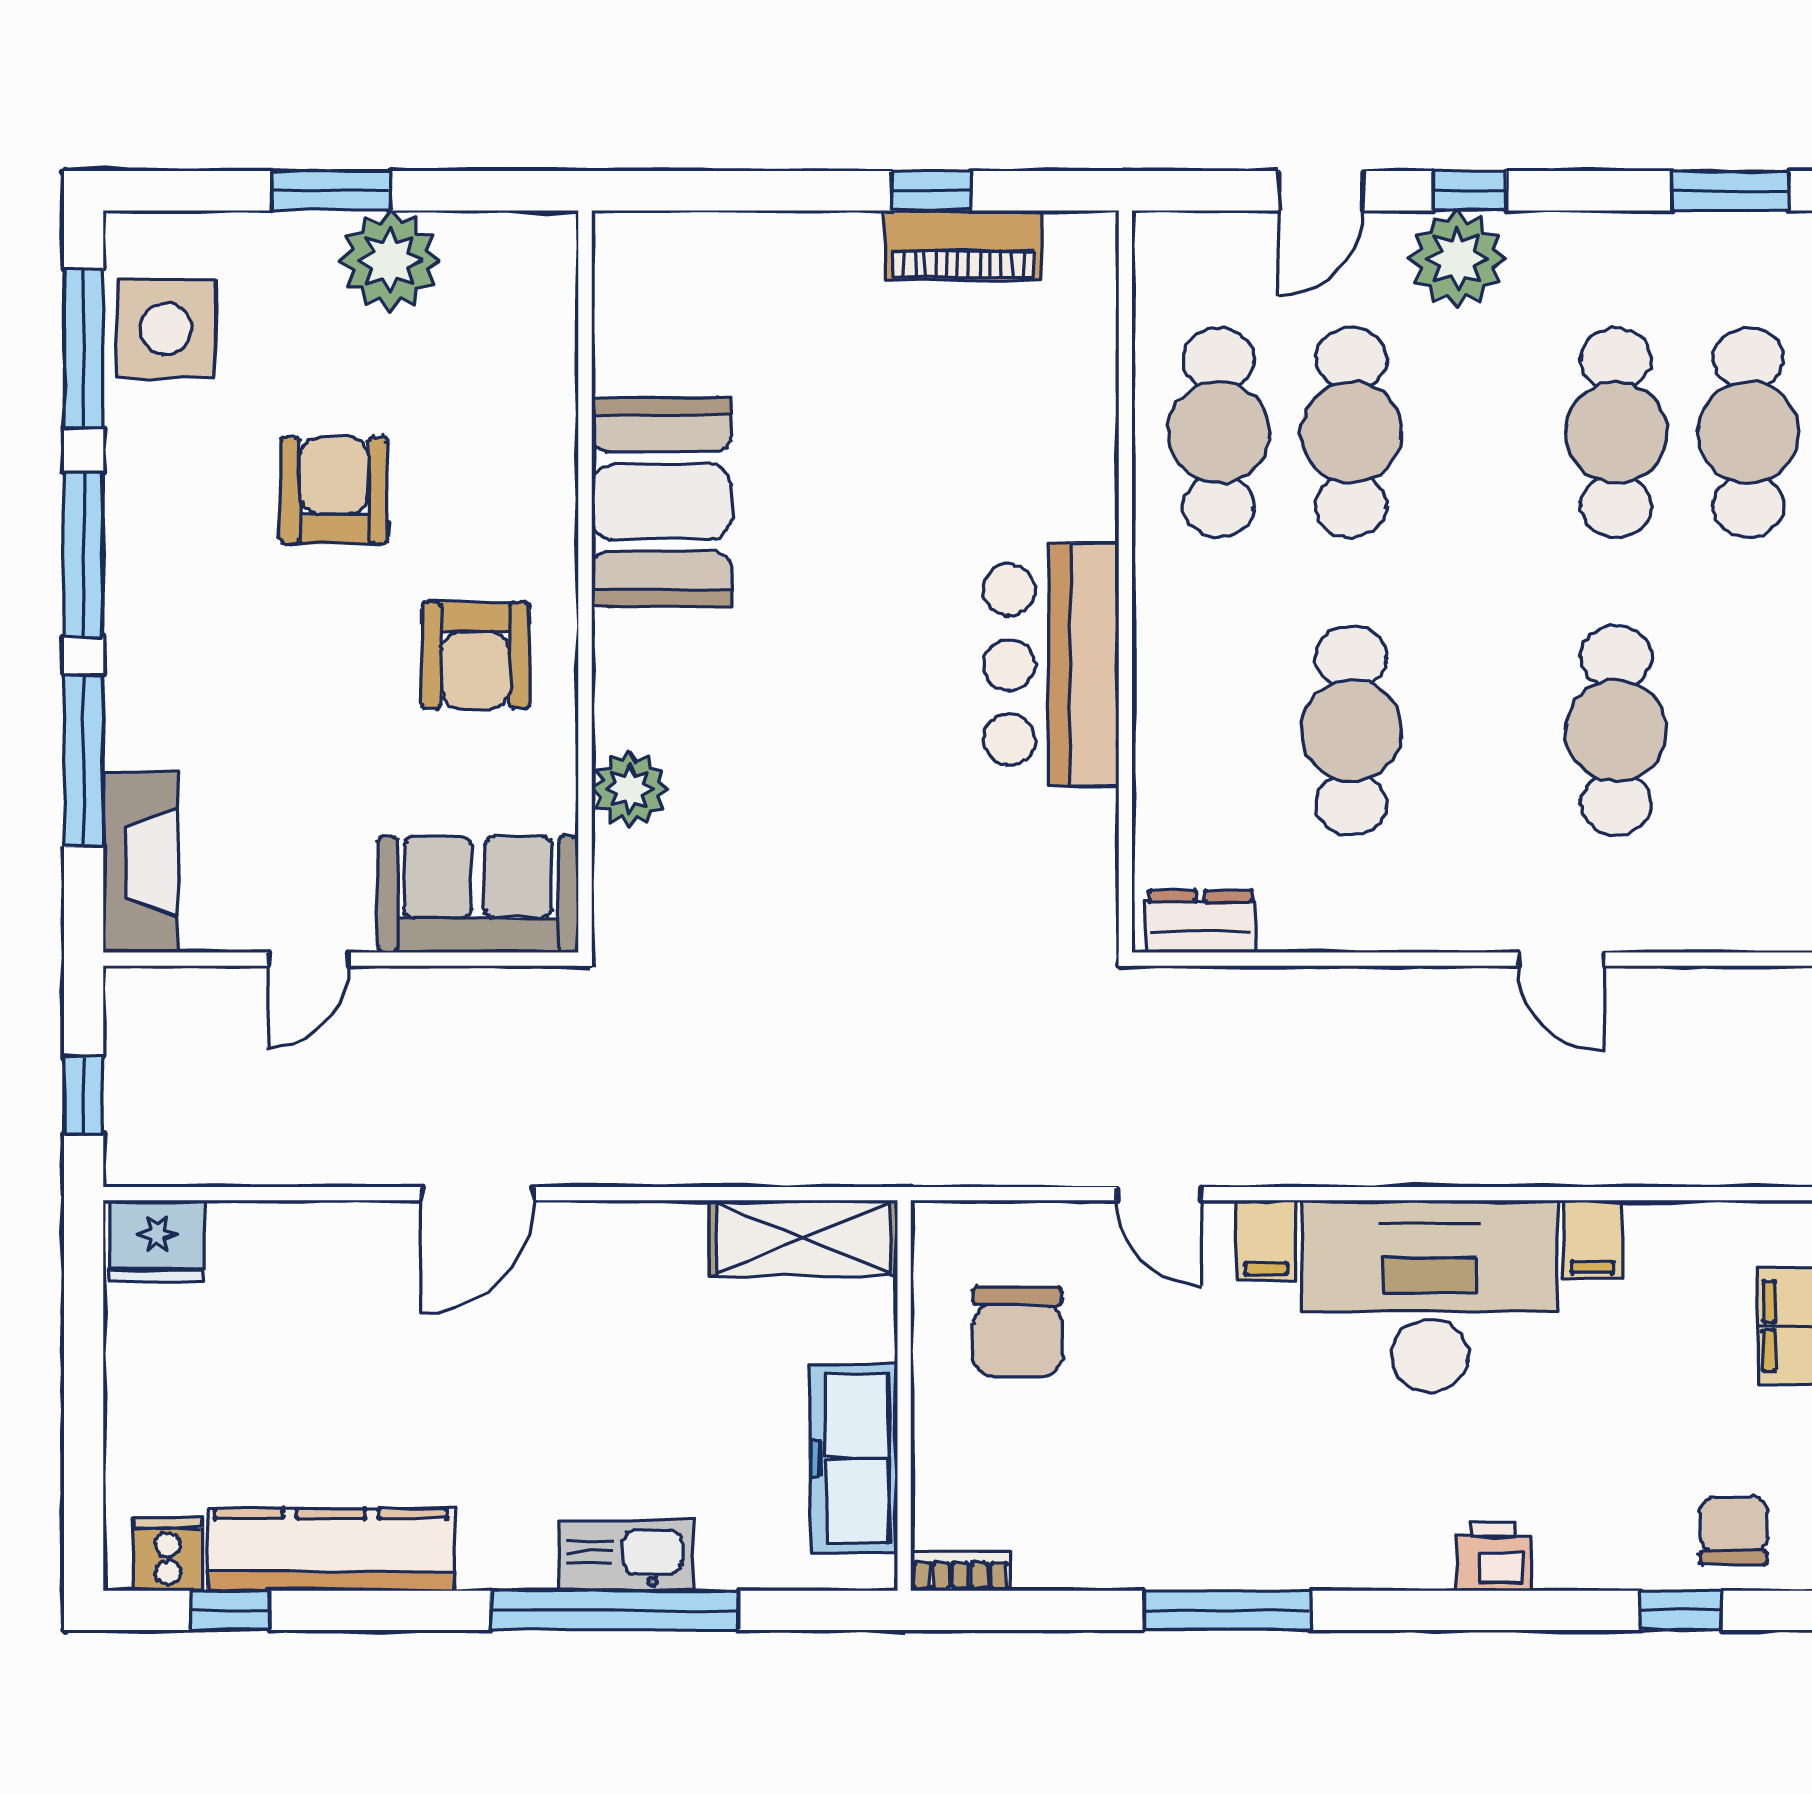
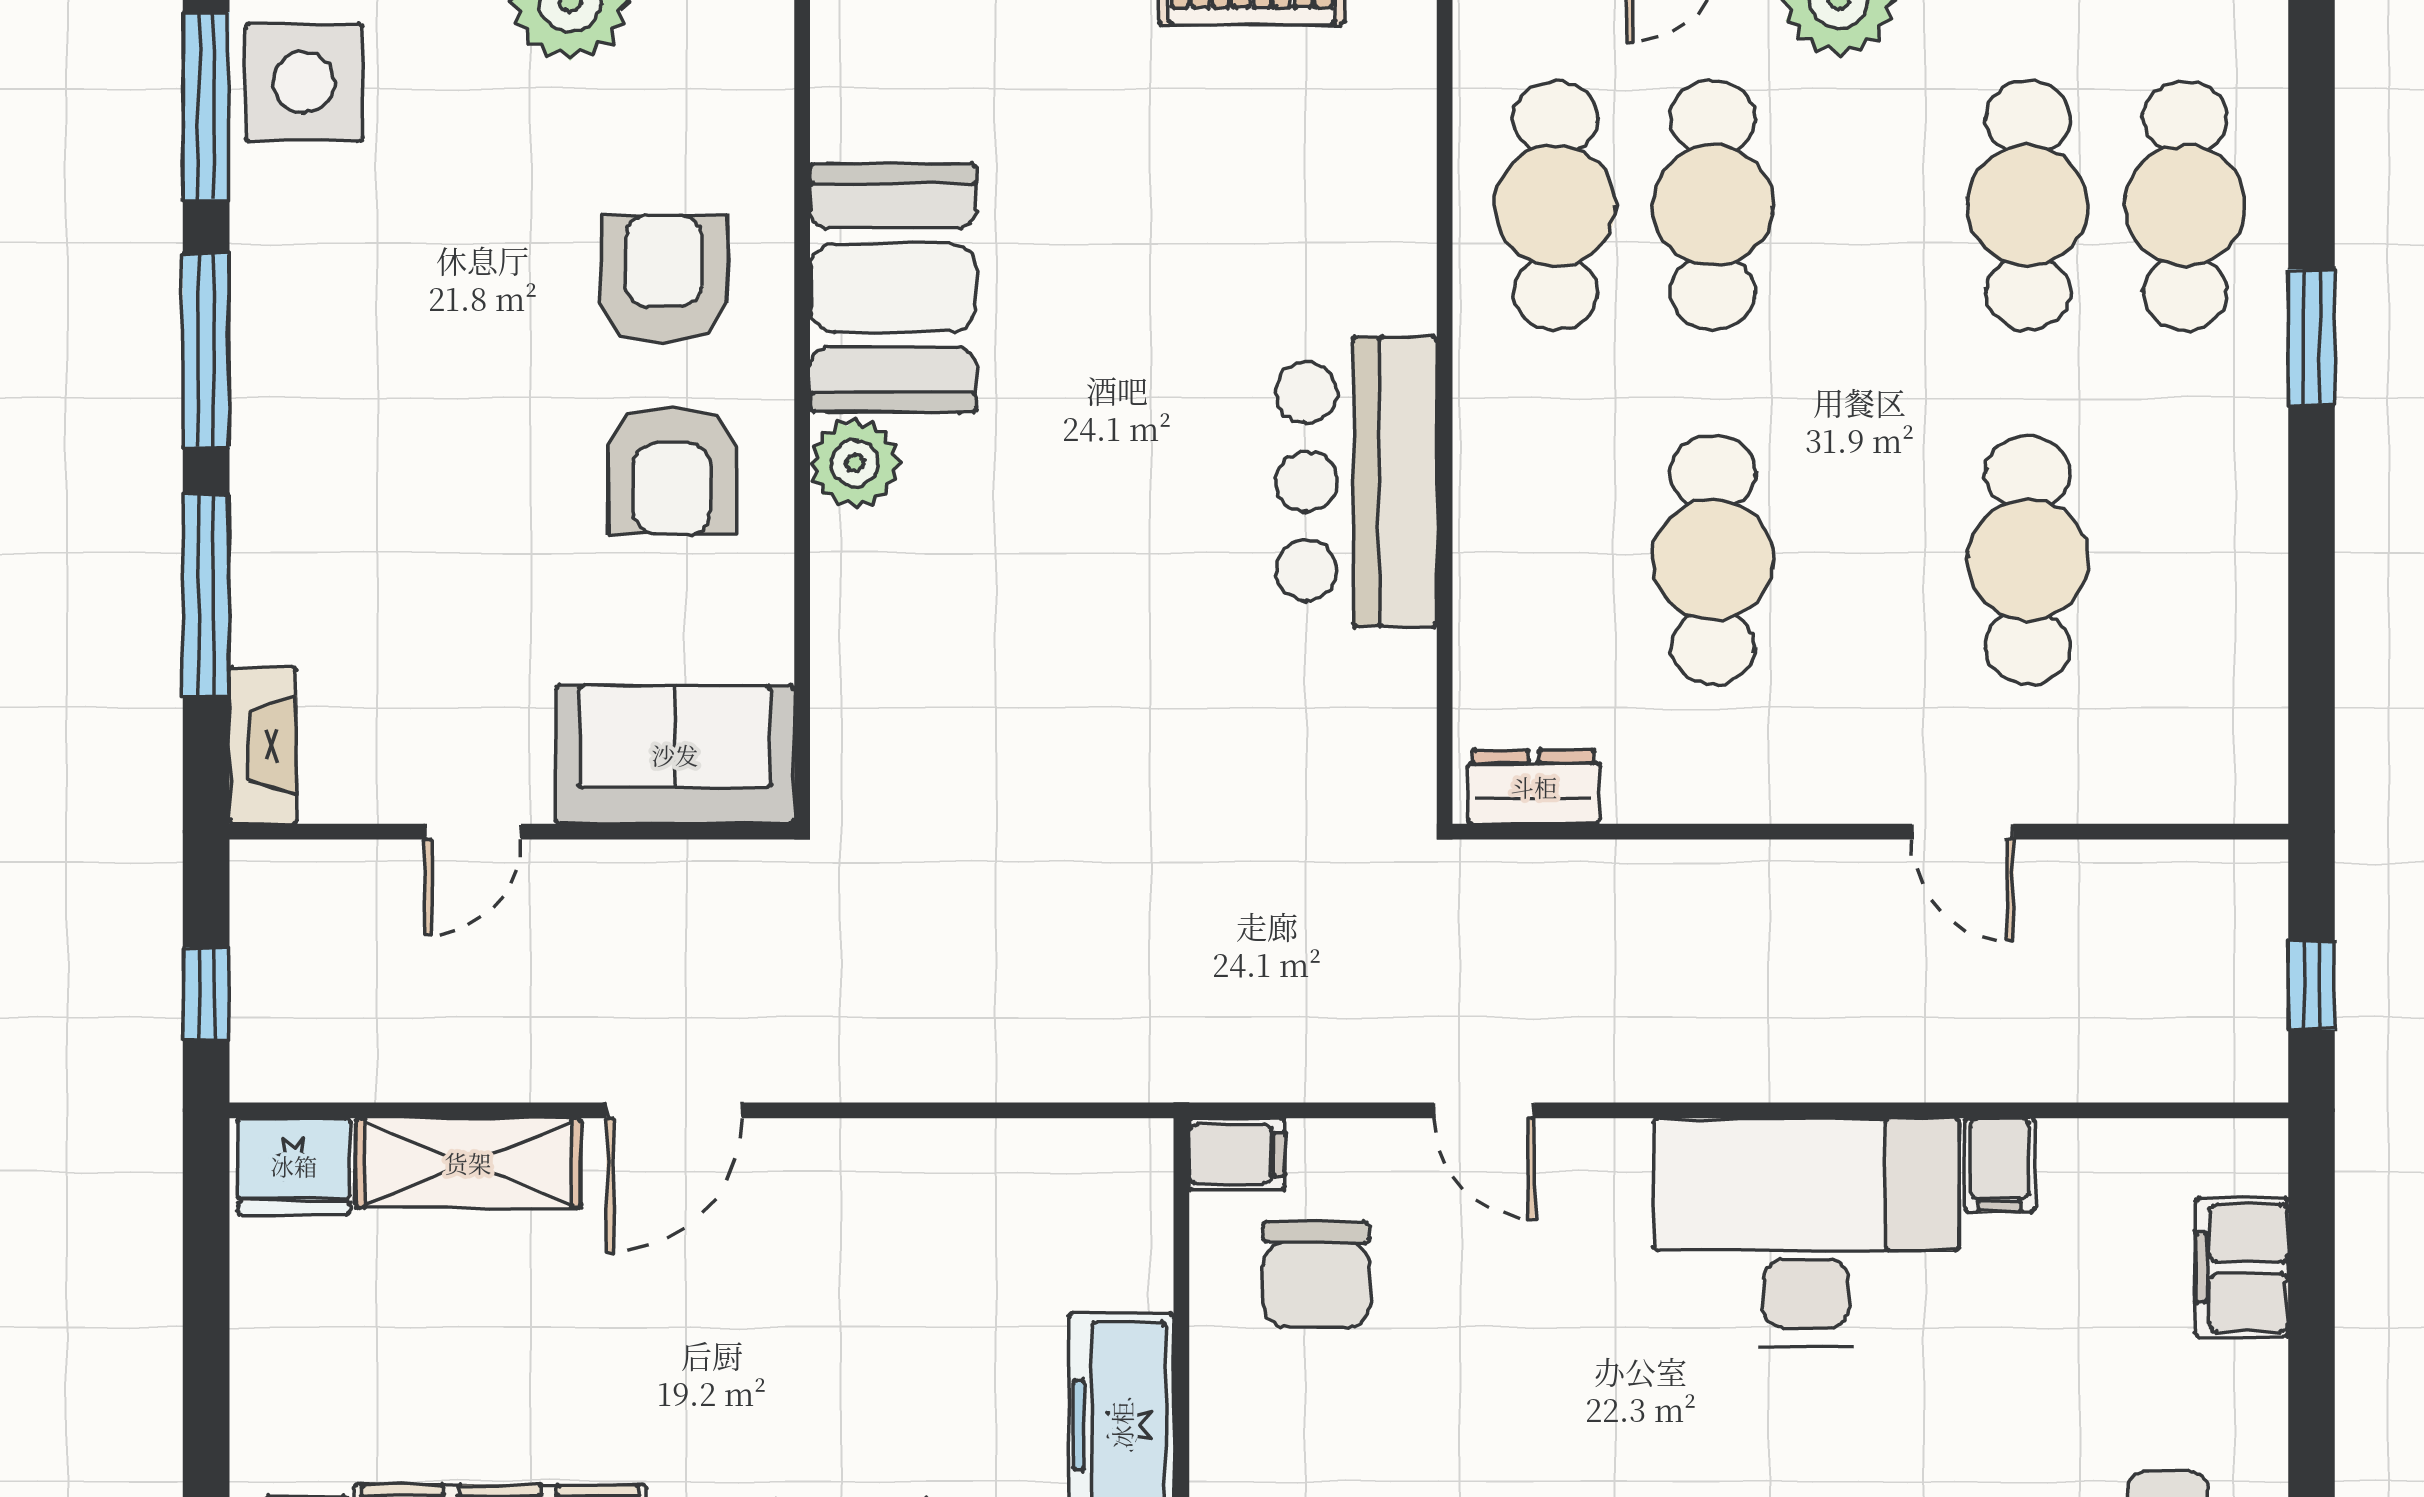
armchair: (334, 490) -> (664, 279), moved
plant: (629, 789) -> (855, 463), moved
fireplace: (140, 862) -> (263, 746), width x0.73, depth x0.76
shelving: (803, 1238) -> (468, 1163), moved
filing cabinet: (1266, 1240) -> (1237, 1154), moved, turned -90

